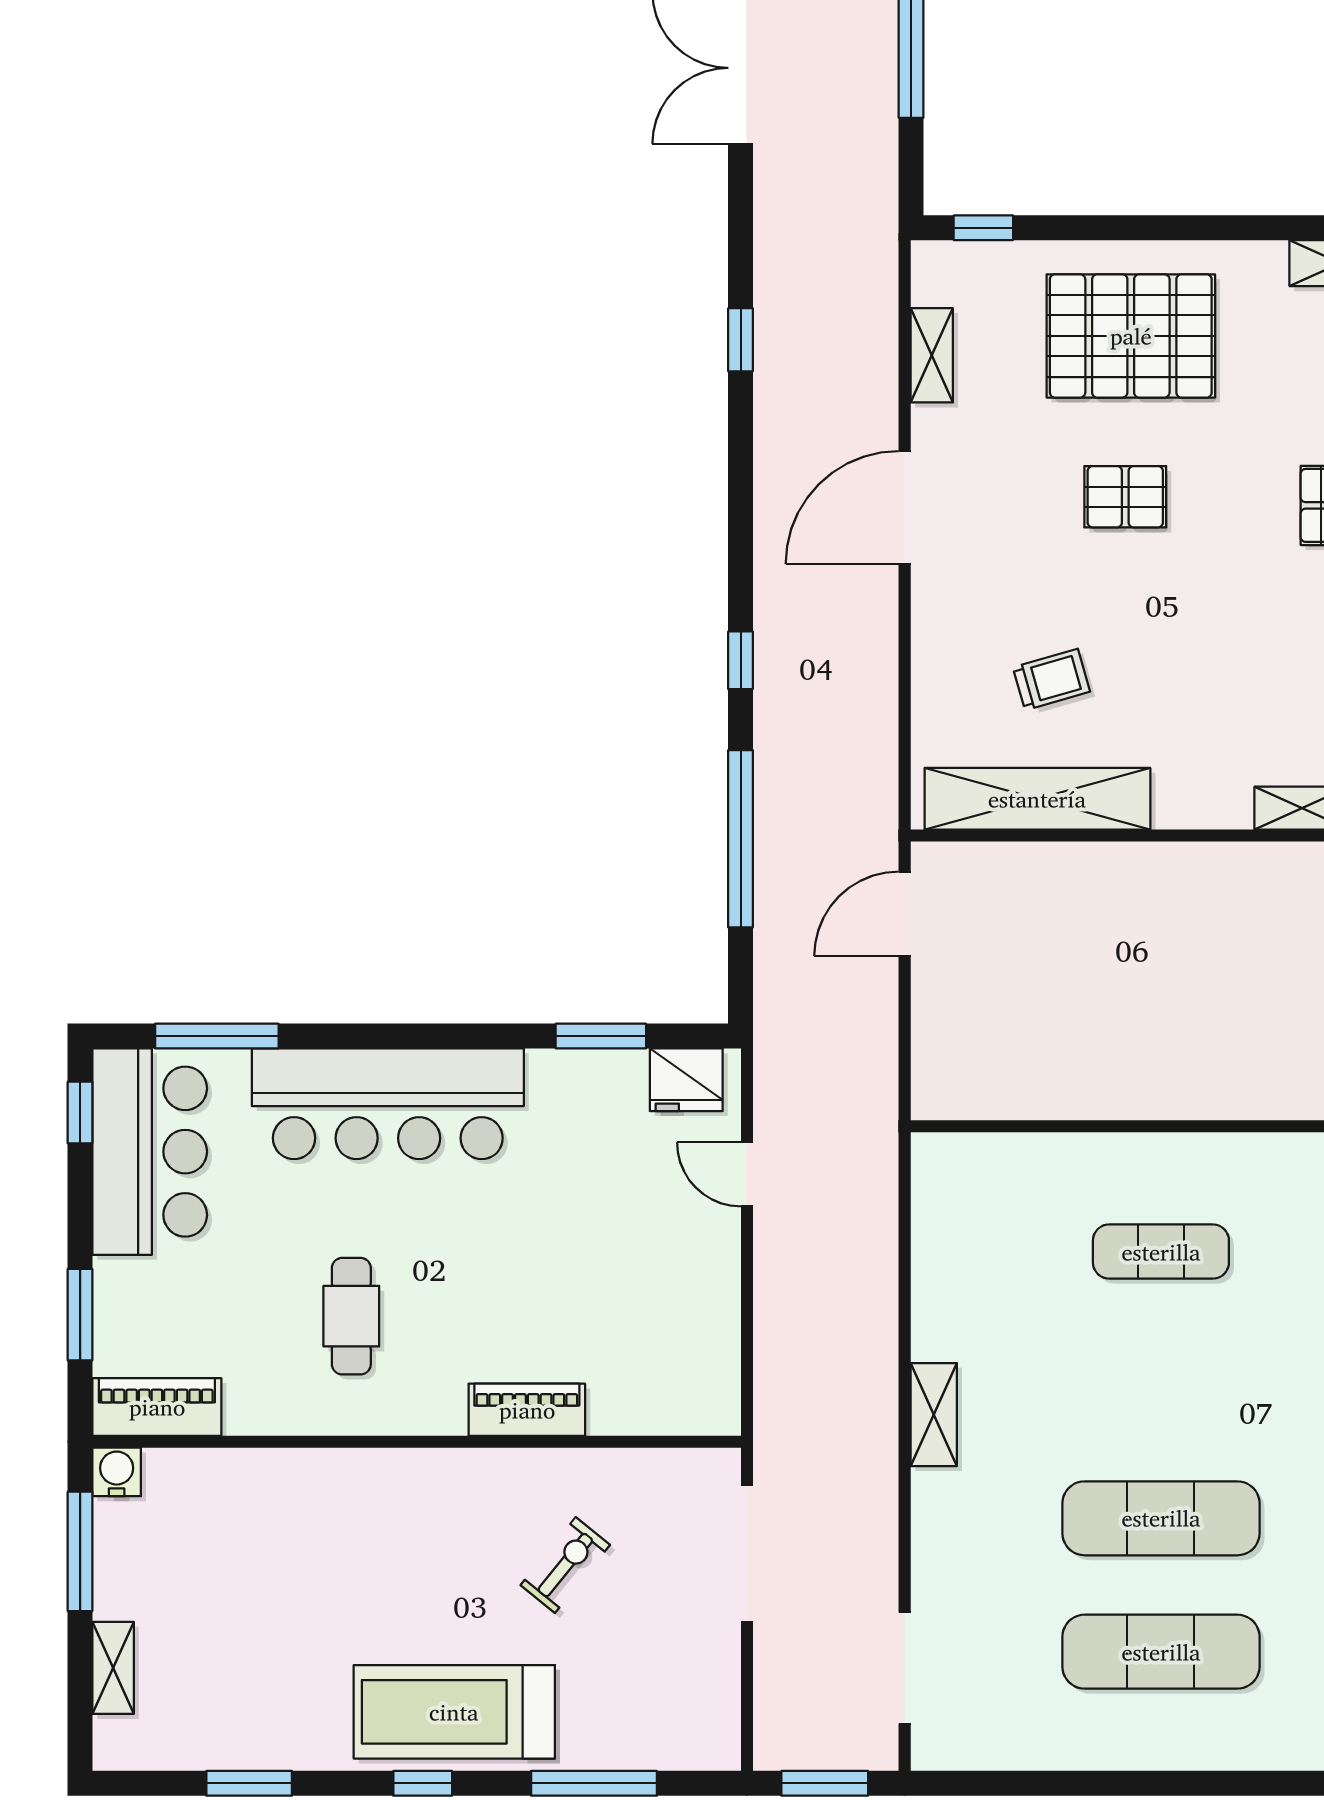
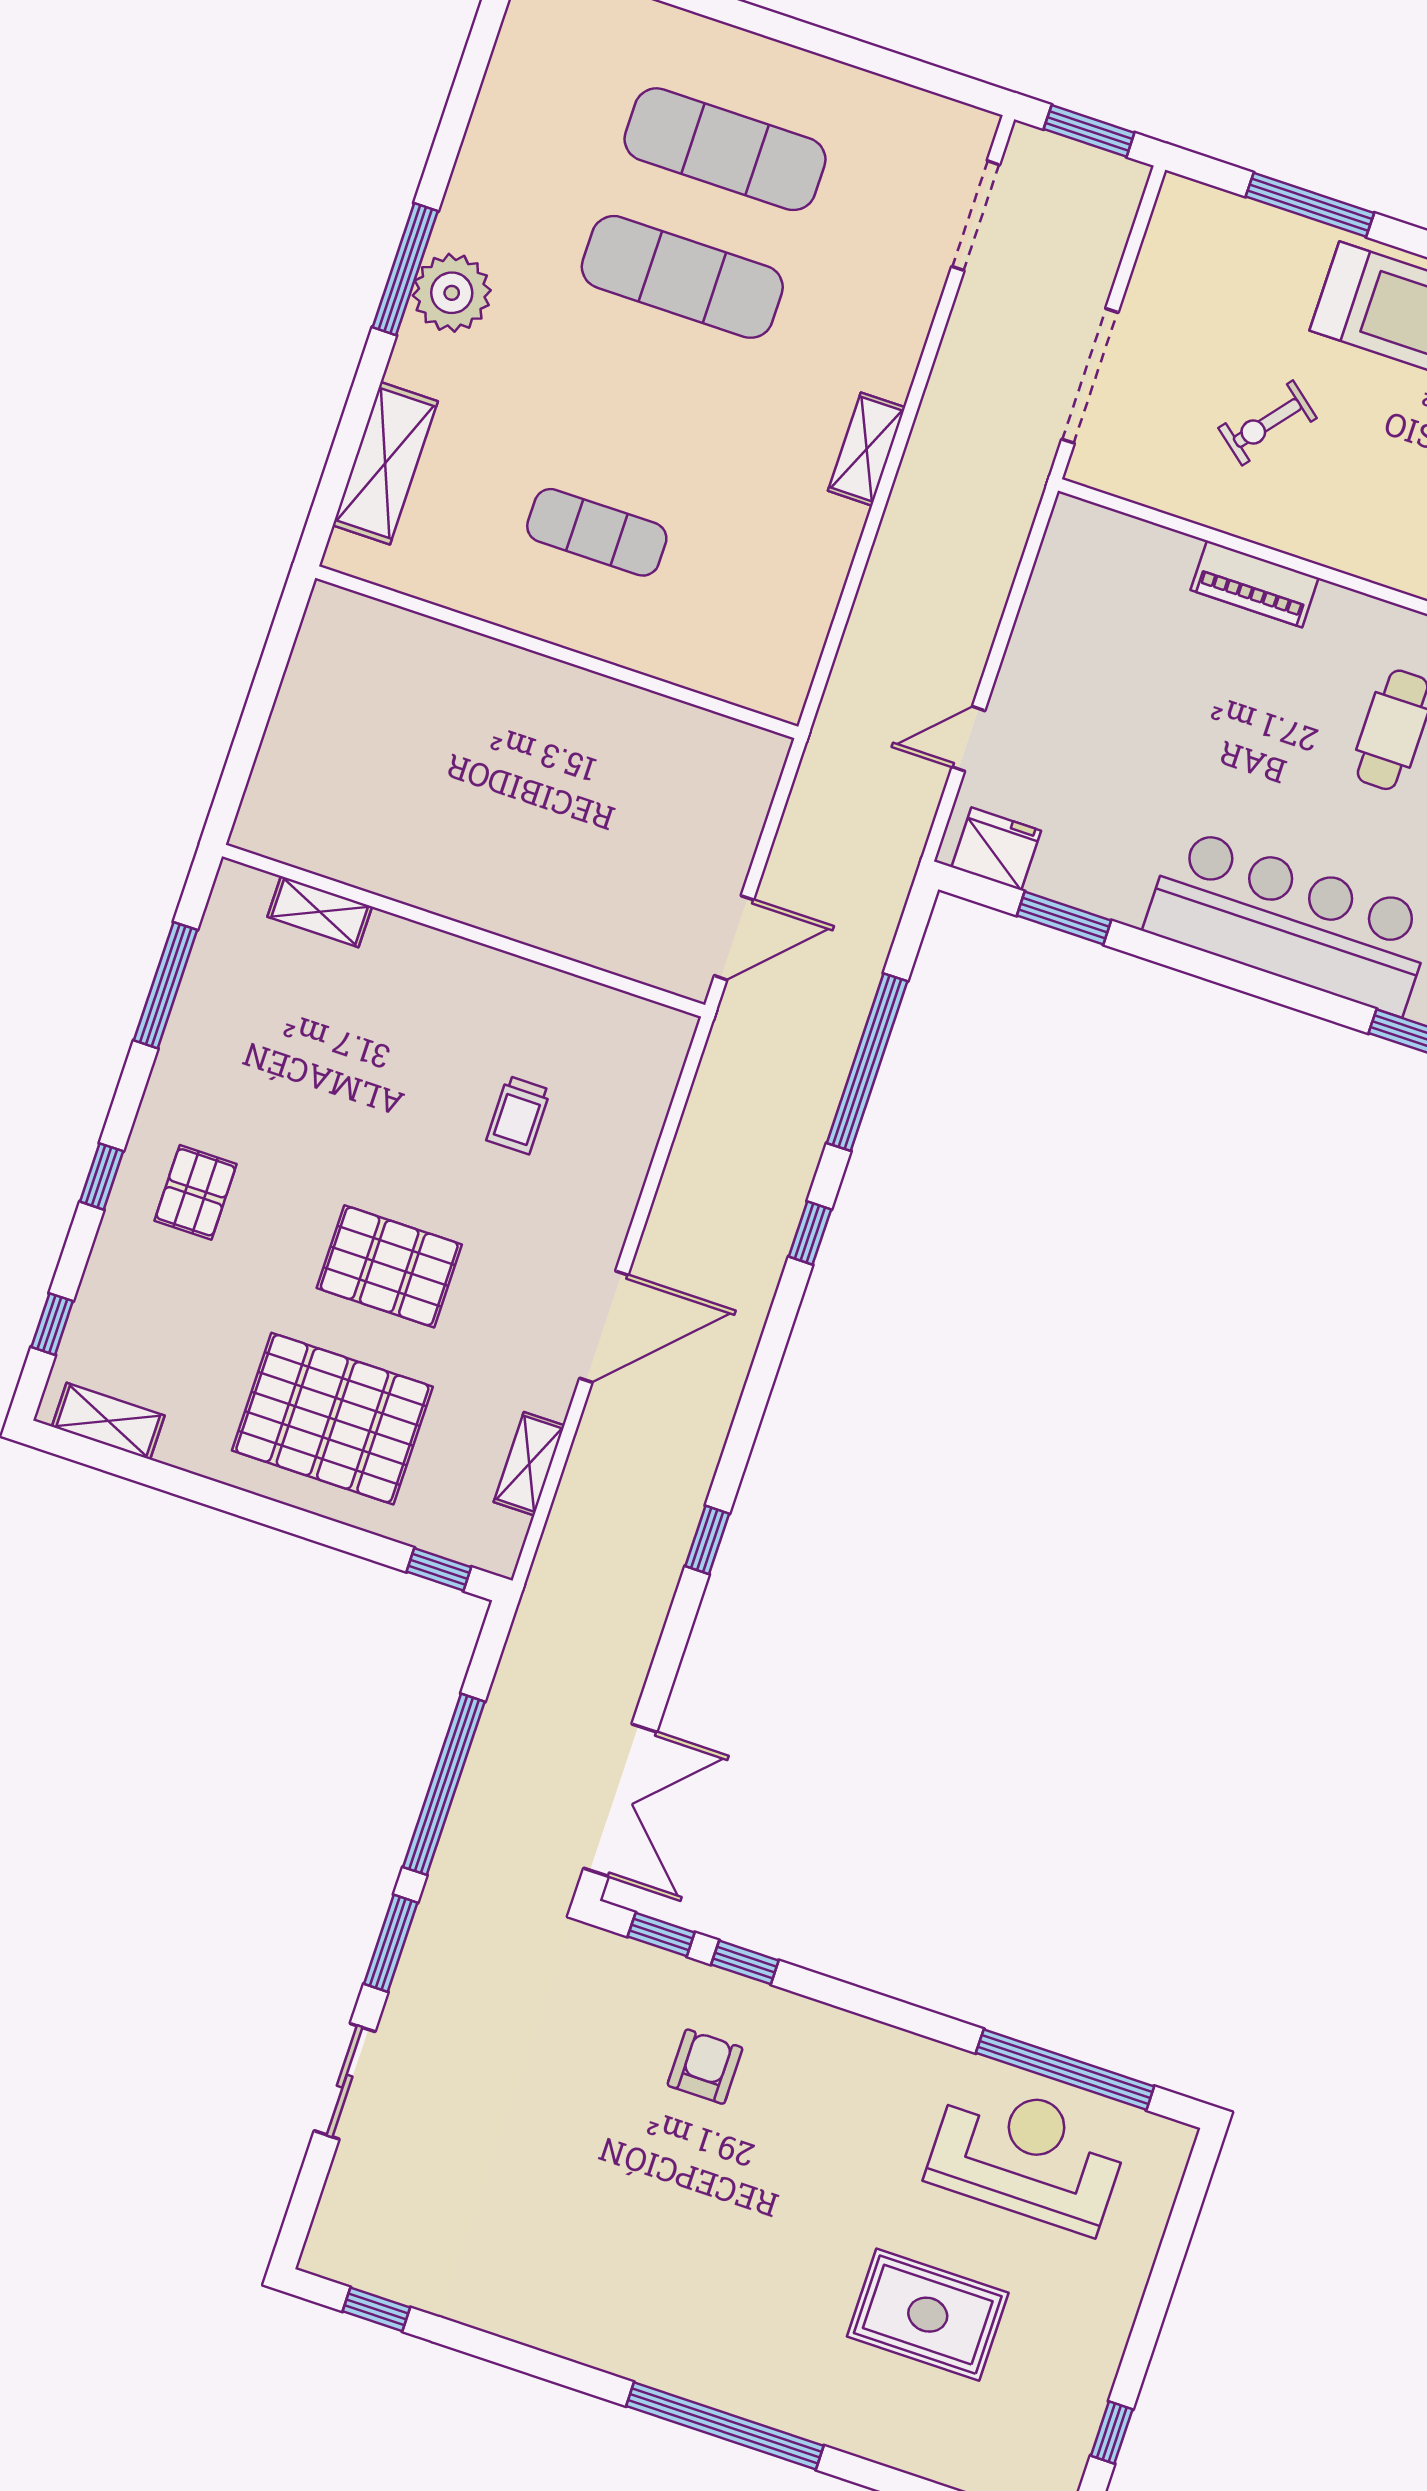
pallet: (1125, 497) -> (389, 1266), width x1.50, depth x1.42
trolley: (1051, 679) -> (518, 1115), turned -74
shelving: (1037, 799) -> (570, 1005), removed
door: (747, 1174) -> (968, 739), swing flipped

